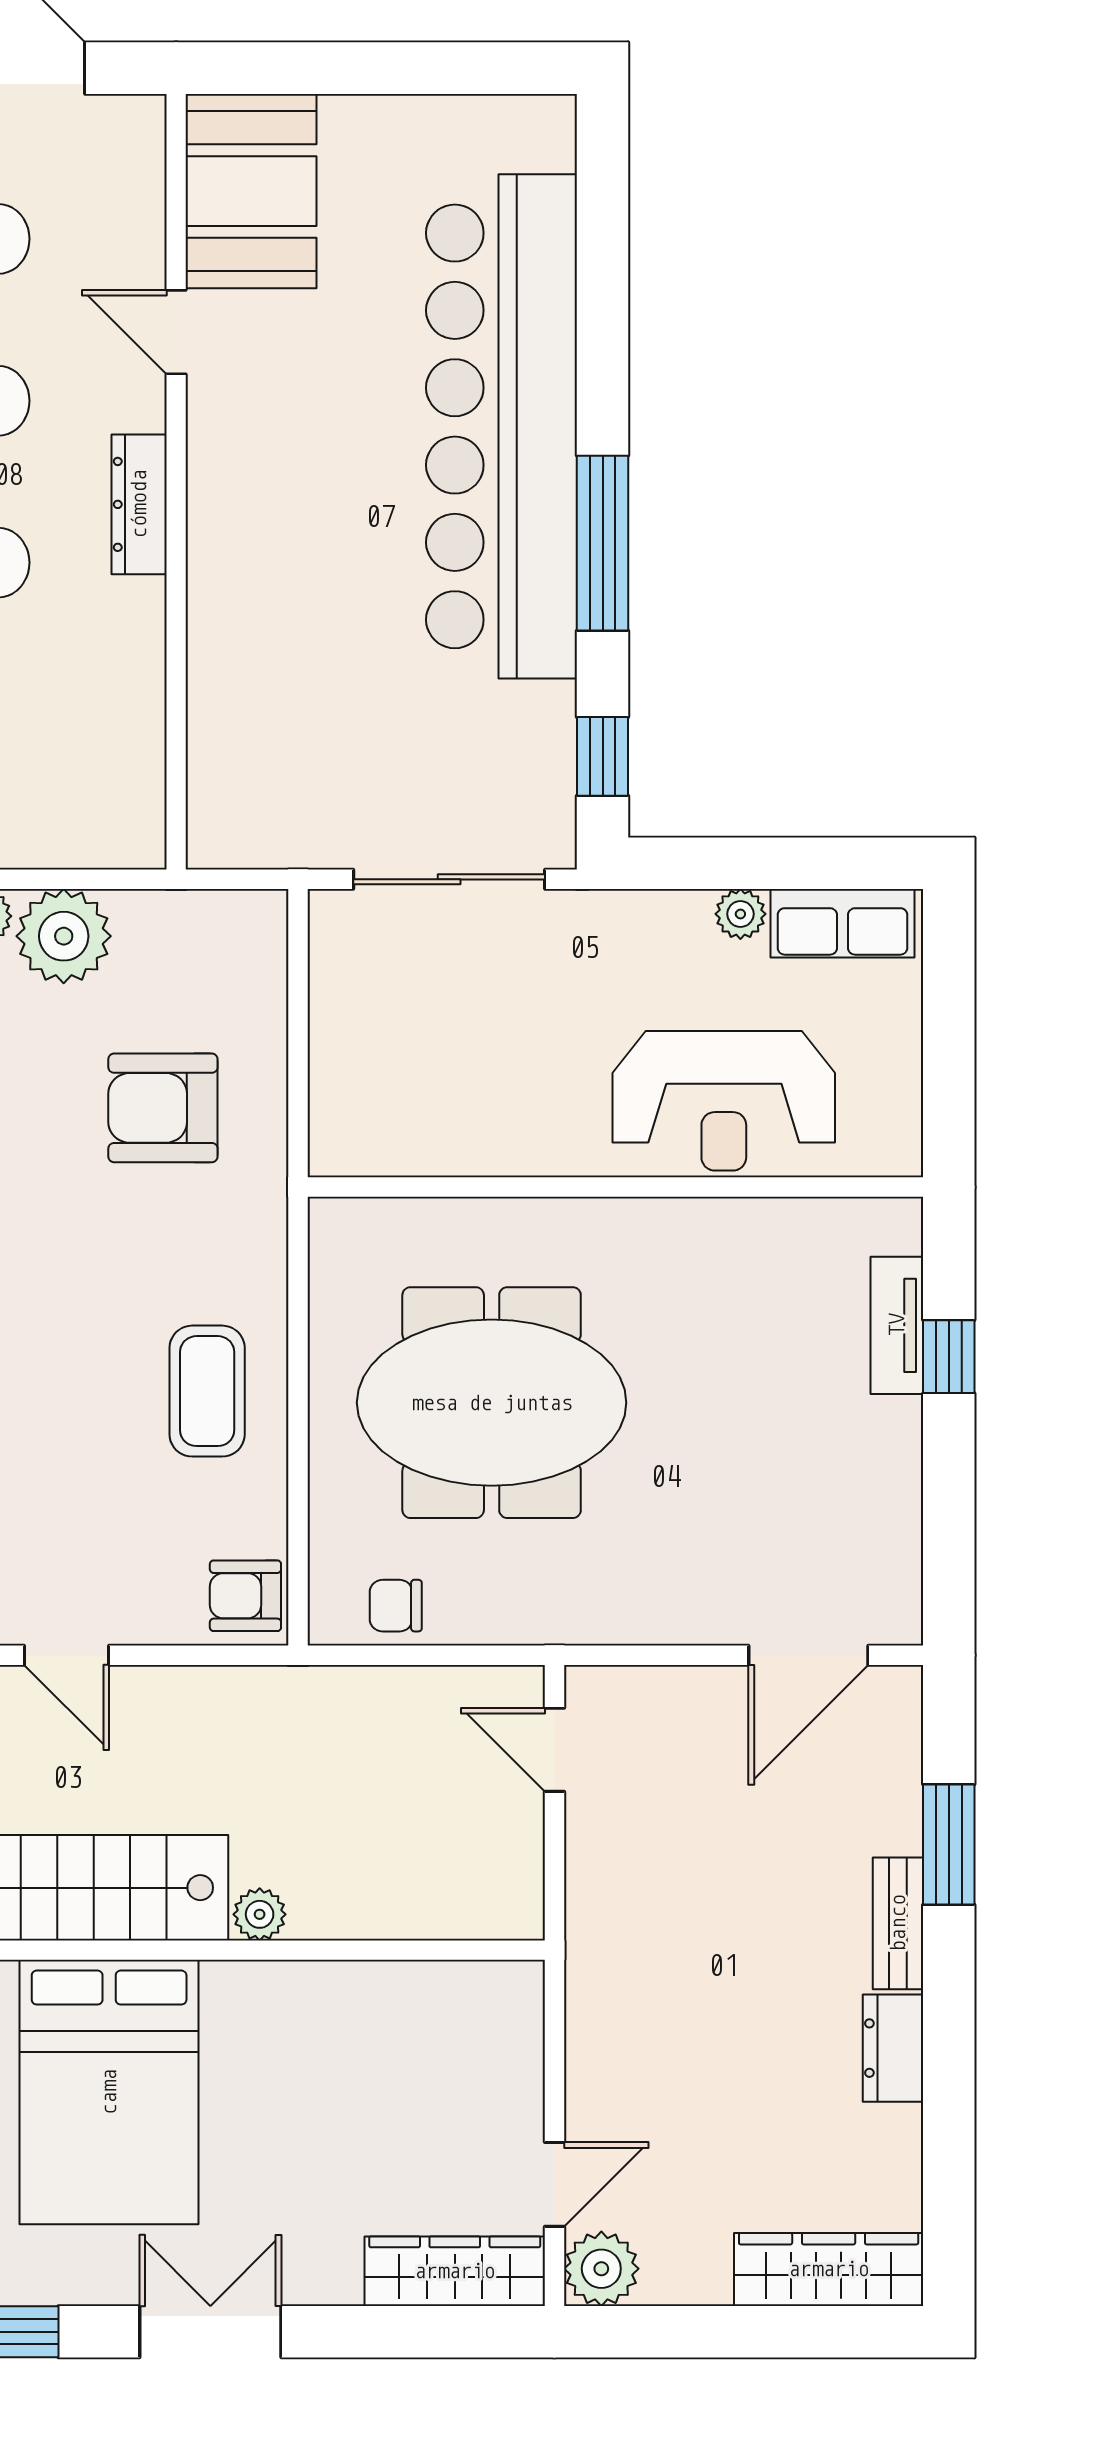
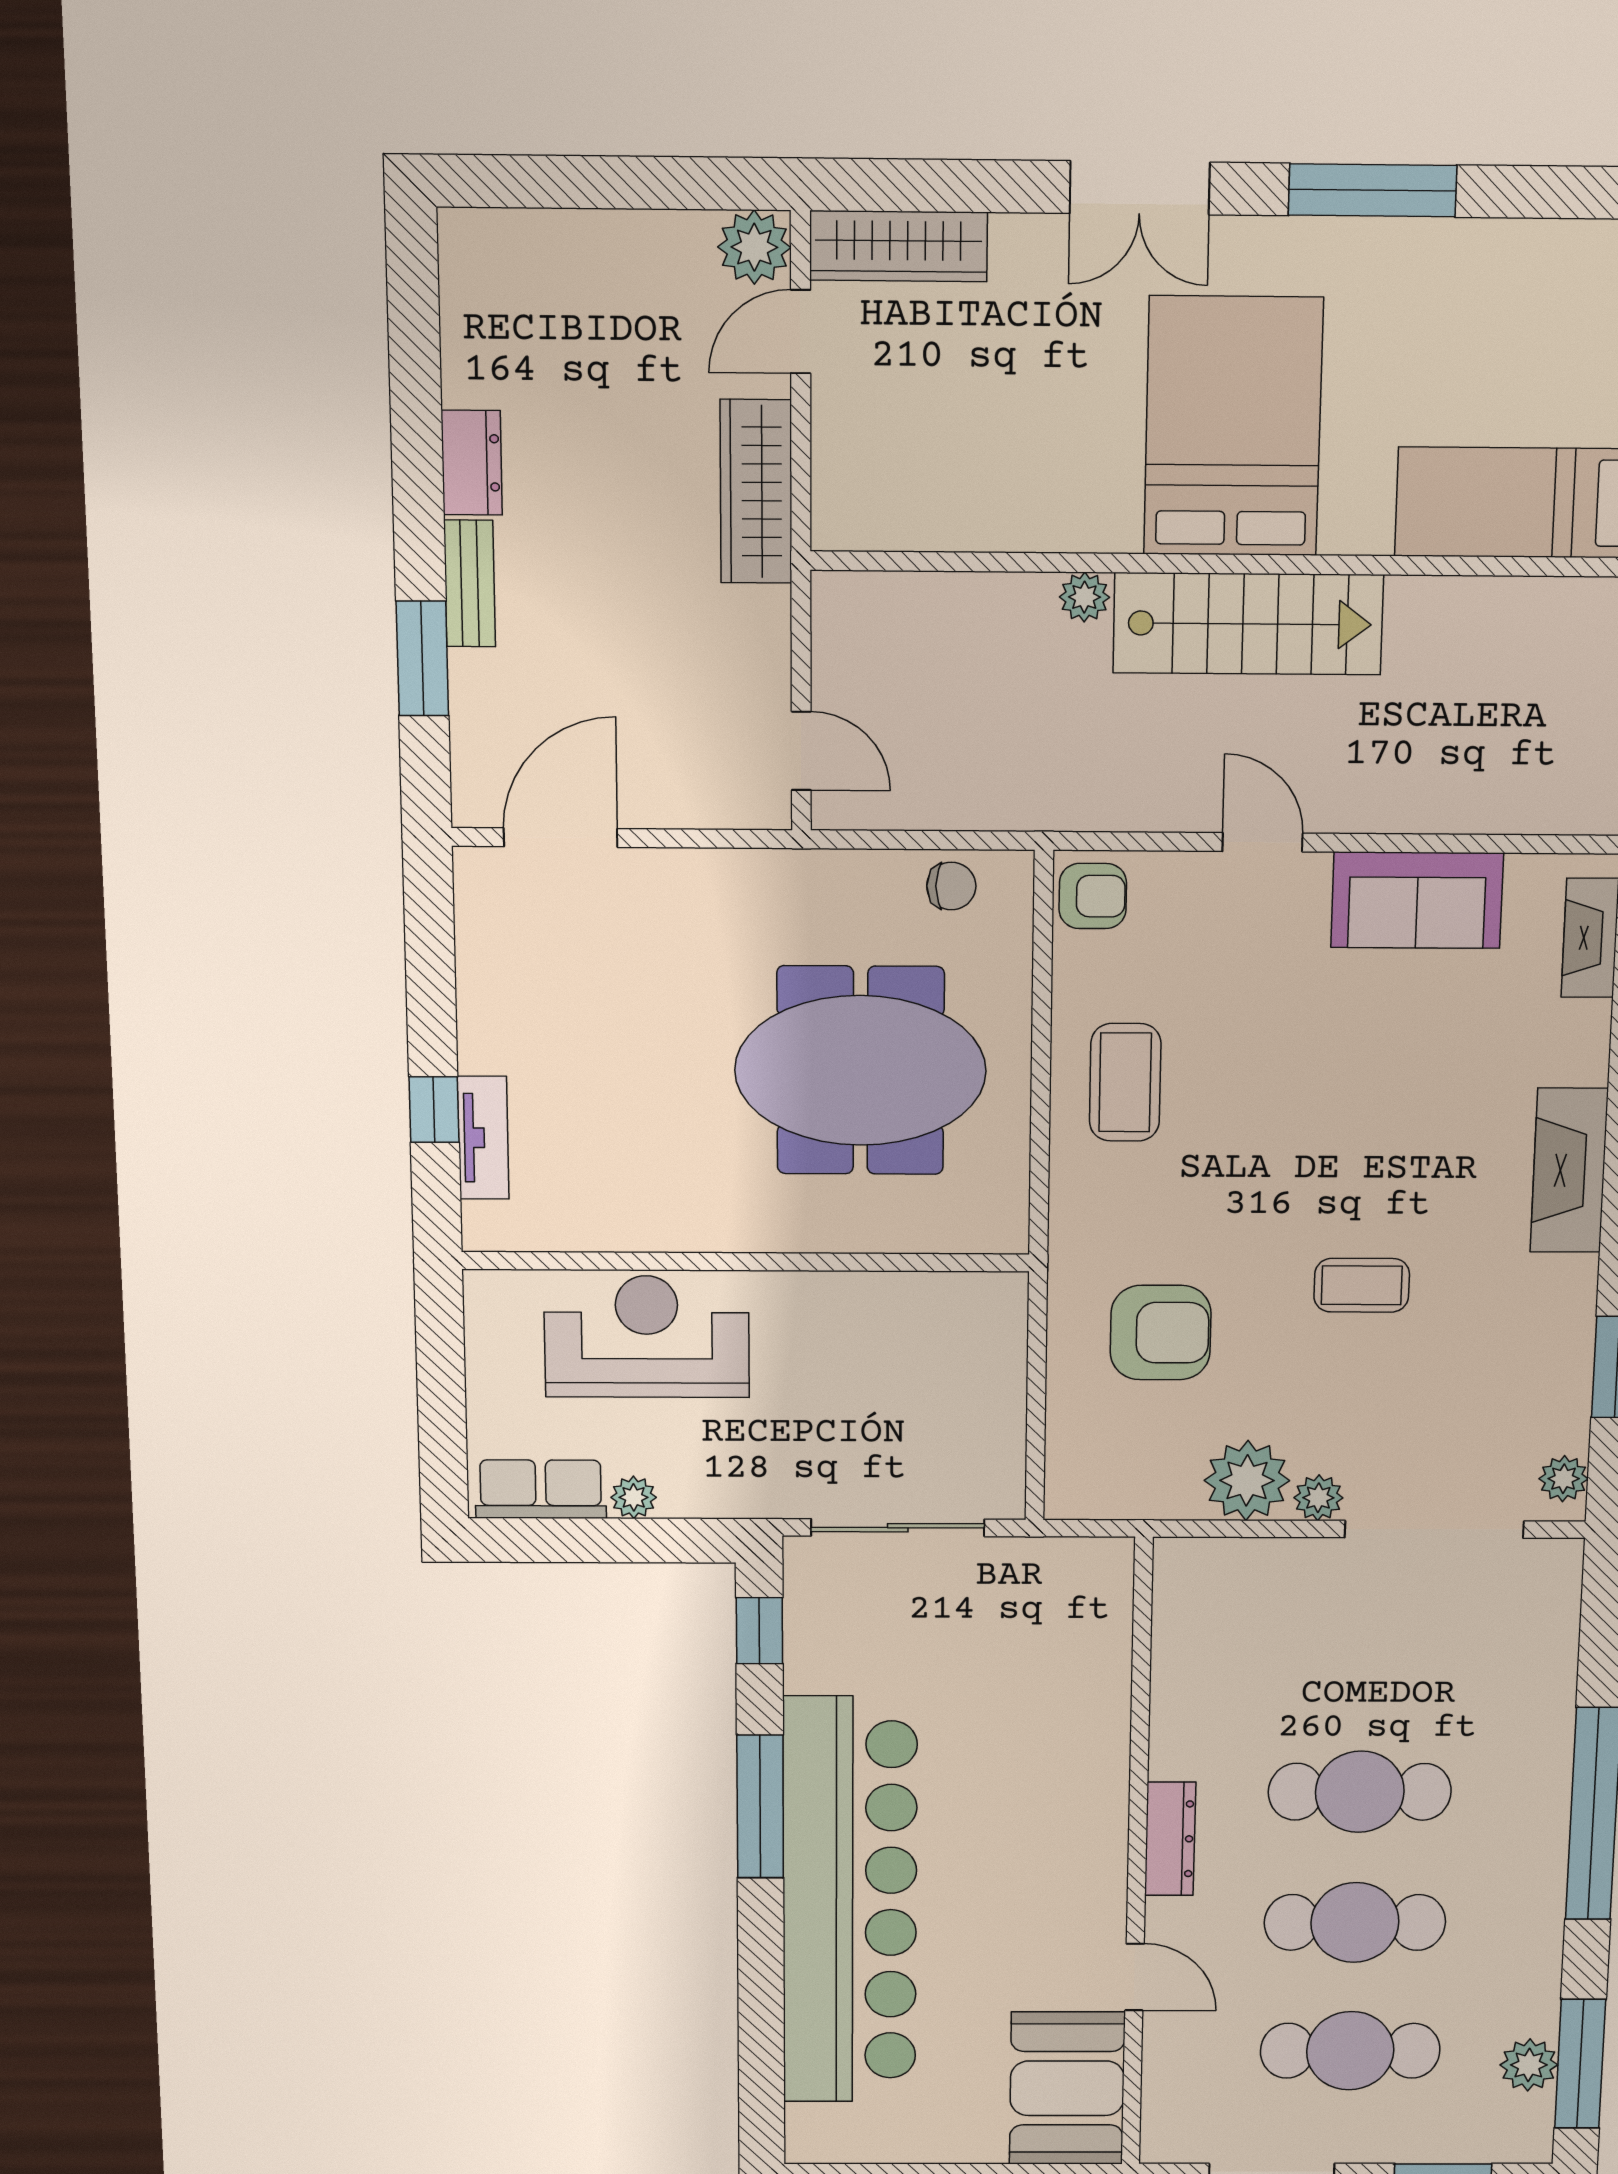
wardrobe: (829, 2269) -> (756, 492), moved, turned 90

